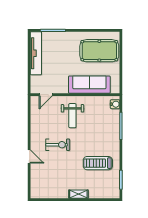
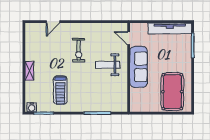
sofa: (89, 85) -> (139, 67), moved
water cooler: (115, 104) -> (32, 107), moved
door: (29, 156) -> (53, 22), moved
treadmill: (98, 163) -> (60, 90), turned 180

